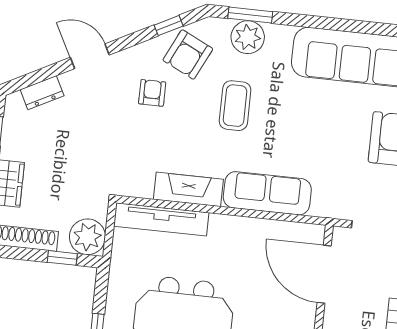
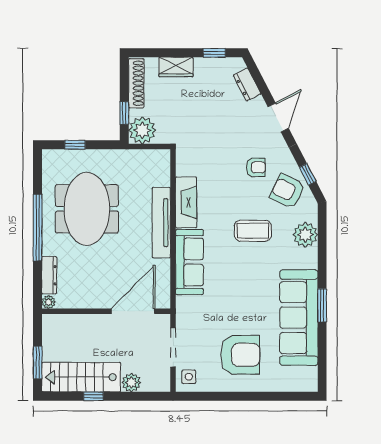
window: (250, 15) -> (322, 305), moved
tv unit: (161, 219) -> (161, 223), moved

